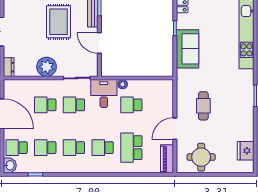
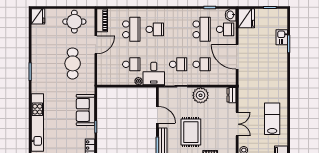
cafe table: (203, 106) -> (73, 63), width x1.37, depth x1.35
school desk: (45, 148) -> (202, 29), width x1.85
school desk: (74, 148) -> (178, 29), removed
fridge: (246, 151) -> (38, 16), moved

